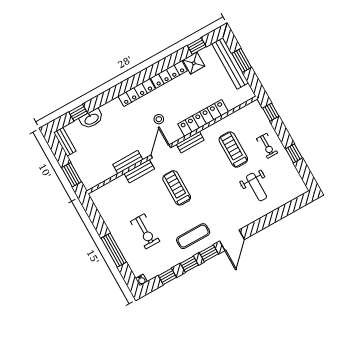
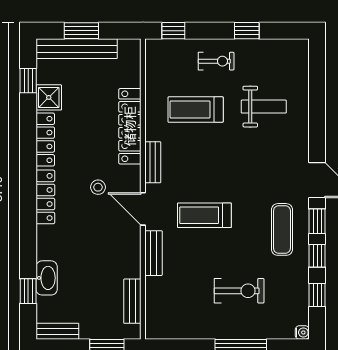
bench: (128, 162) -> (132, 301), moved

